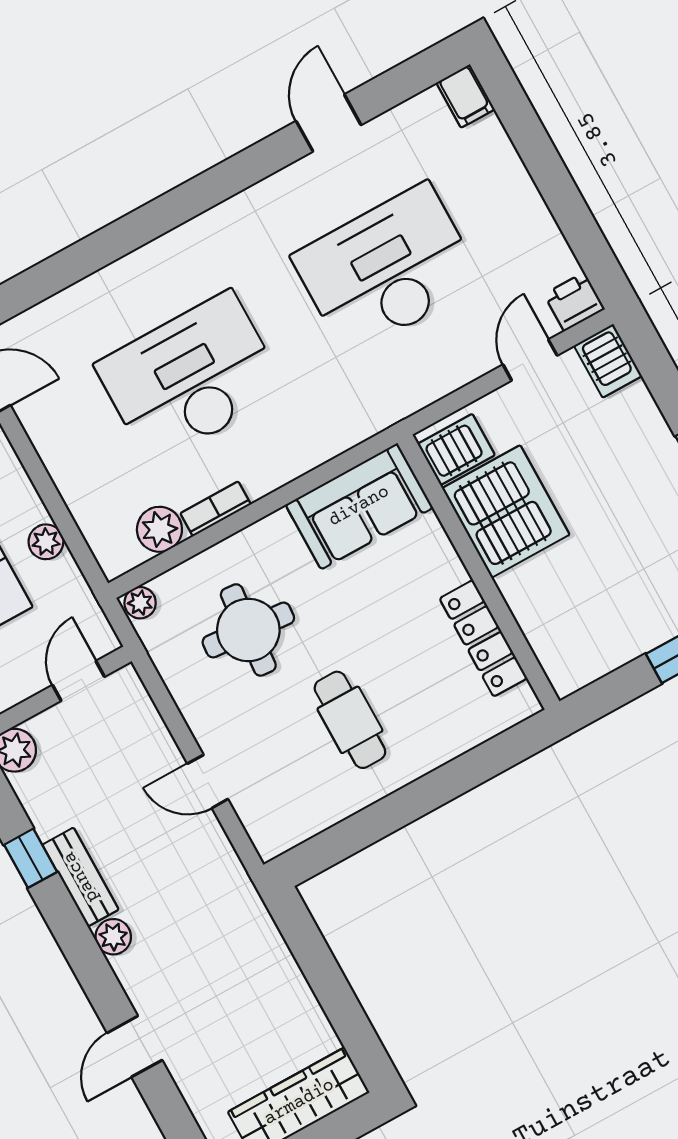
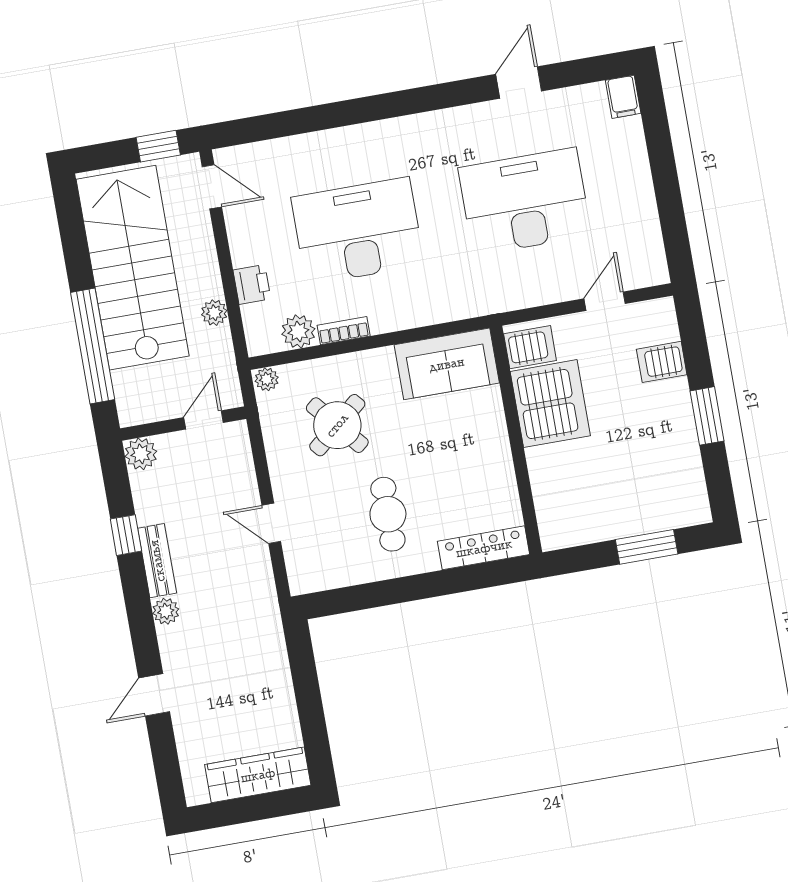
printer: (574, 302) -> (252, 284), moved, turned 90
server rack: (608, 361) -> (662, 362), moved, turned 90
round table: (248, 630) -> (337, 425), turned 45
locker: (483, 638) -> (484, 548), moved, turned 90

